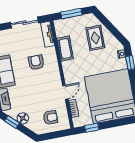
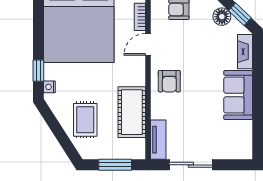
cot: (65, 49) -> (132, 112), width x1.37, depth x1.34
armchair: (36, 63) -> (169, 81), moved

